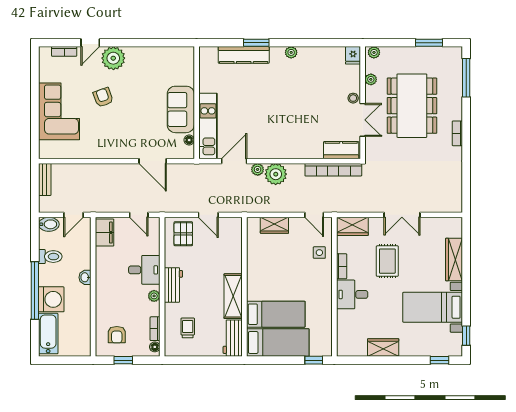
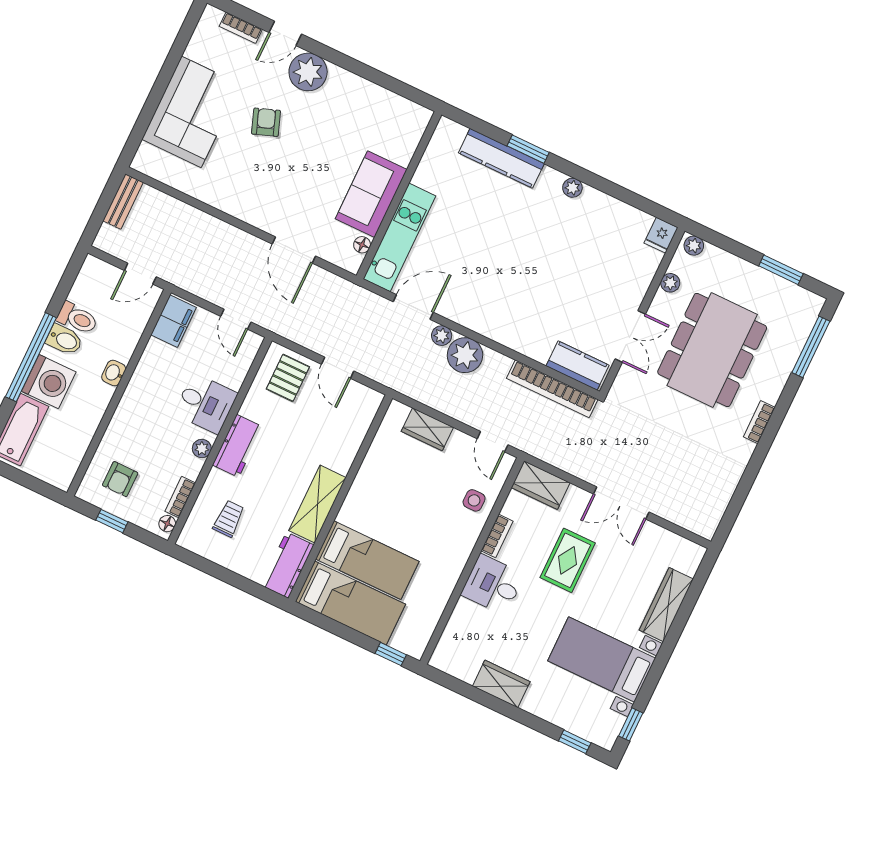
stool: (353, 98) -> (631, 298), removed
bidet: (49, 224) -> (64, 340), moved

